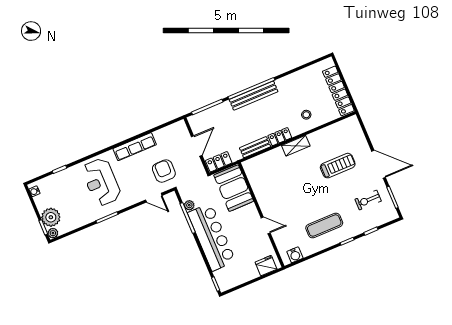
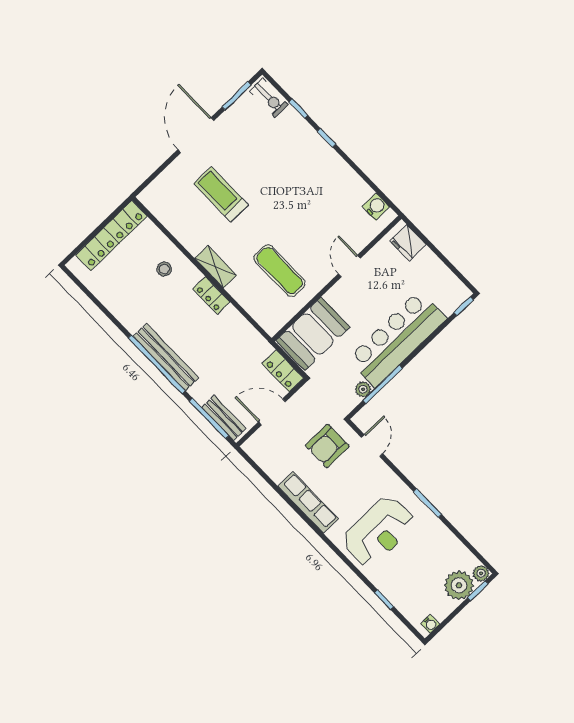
bench: (255, 147) -> (224, 418), moved
exercise bike: (368, 200) -> (269, 98), moved
exercise mat: (324, 226) -> (280, 271), moved

